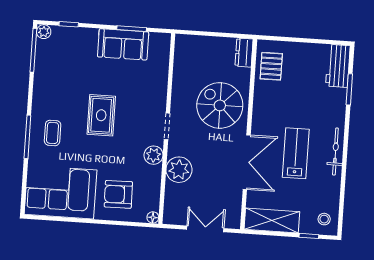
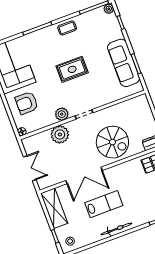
sofa: (123, 44) -> (124, 63), width x1.36
spiral stairs: (220, 105) -> (112, 142), turned 90
coffee table: (53, 133) -> (67, 28), moved
armchair: (118, 194) -> (27, 103), turned -89

